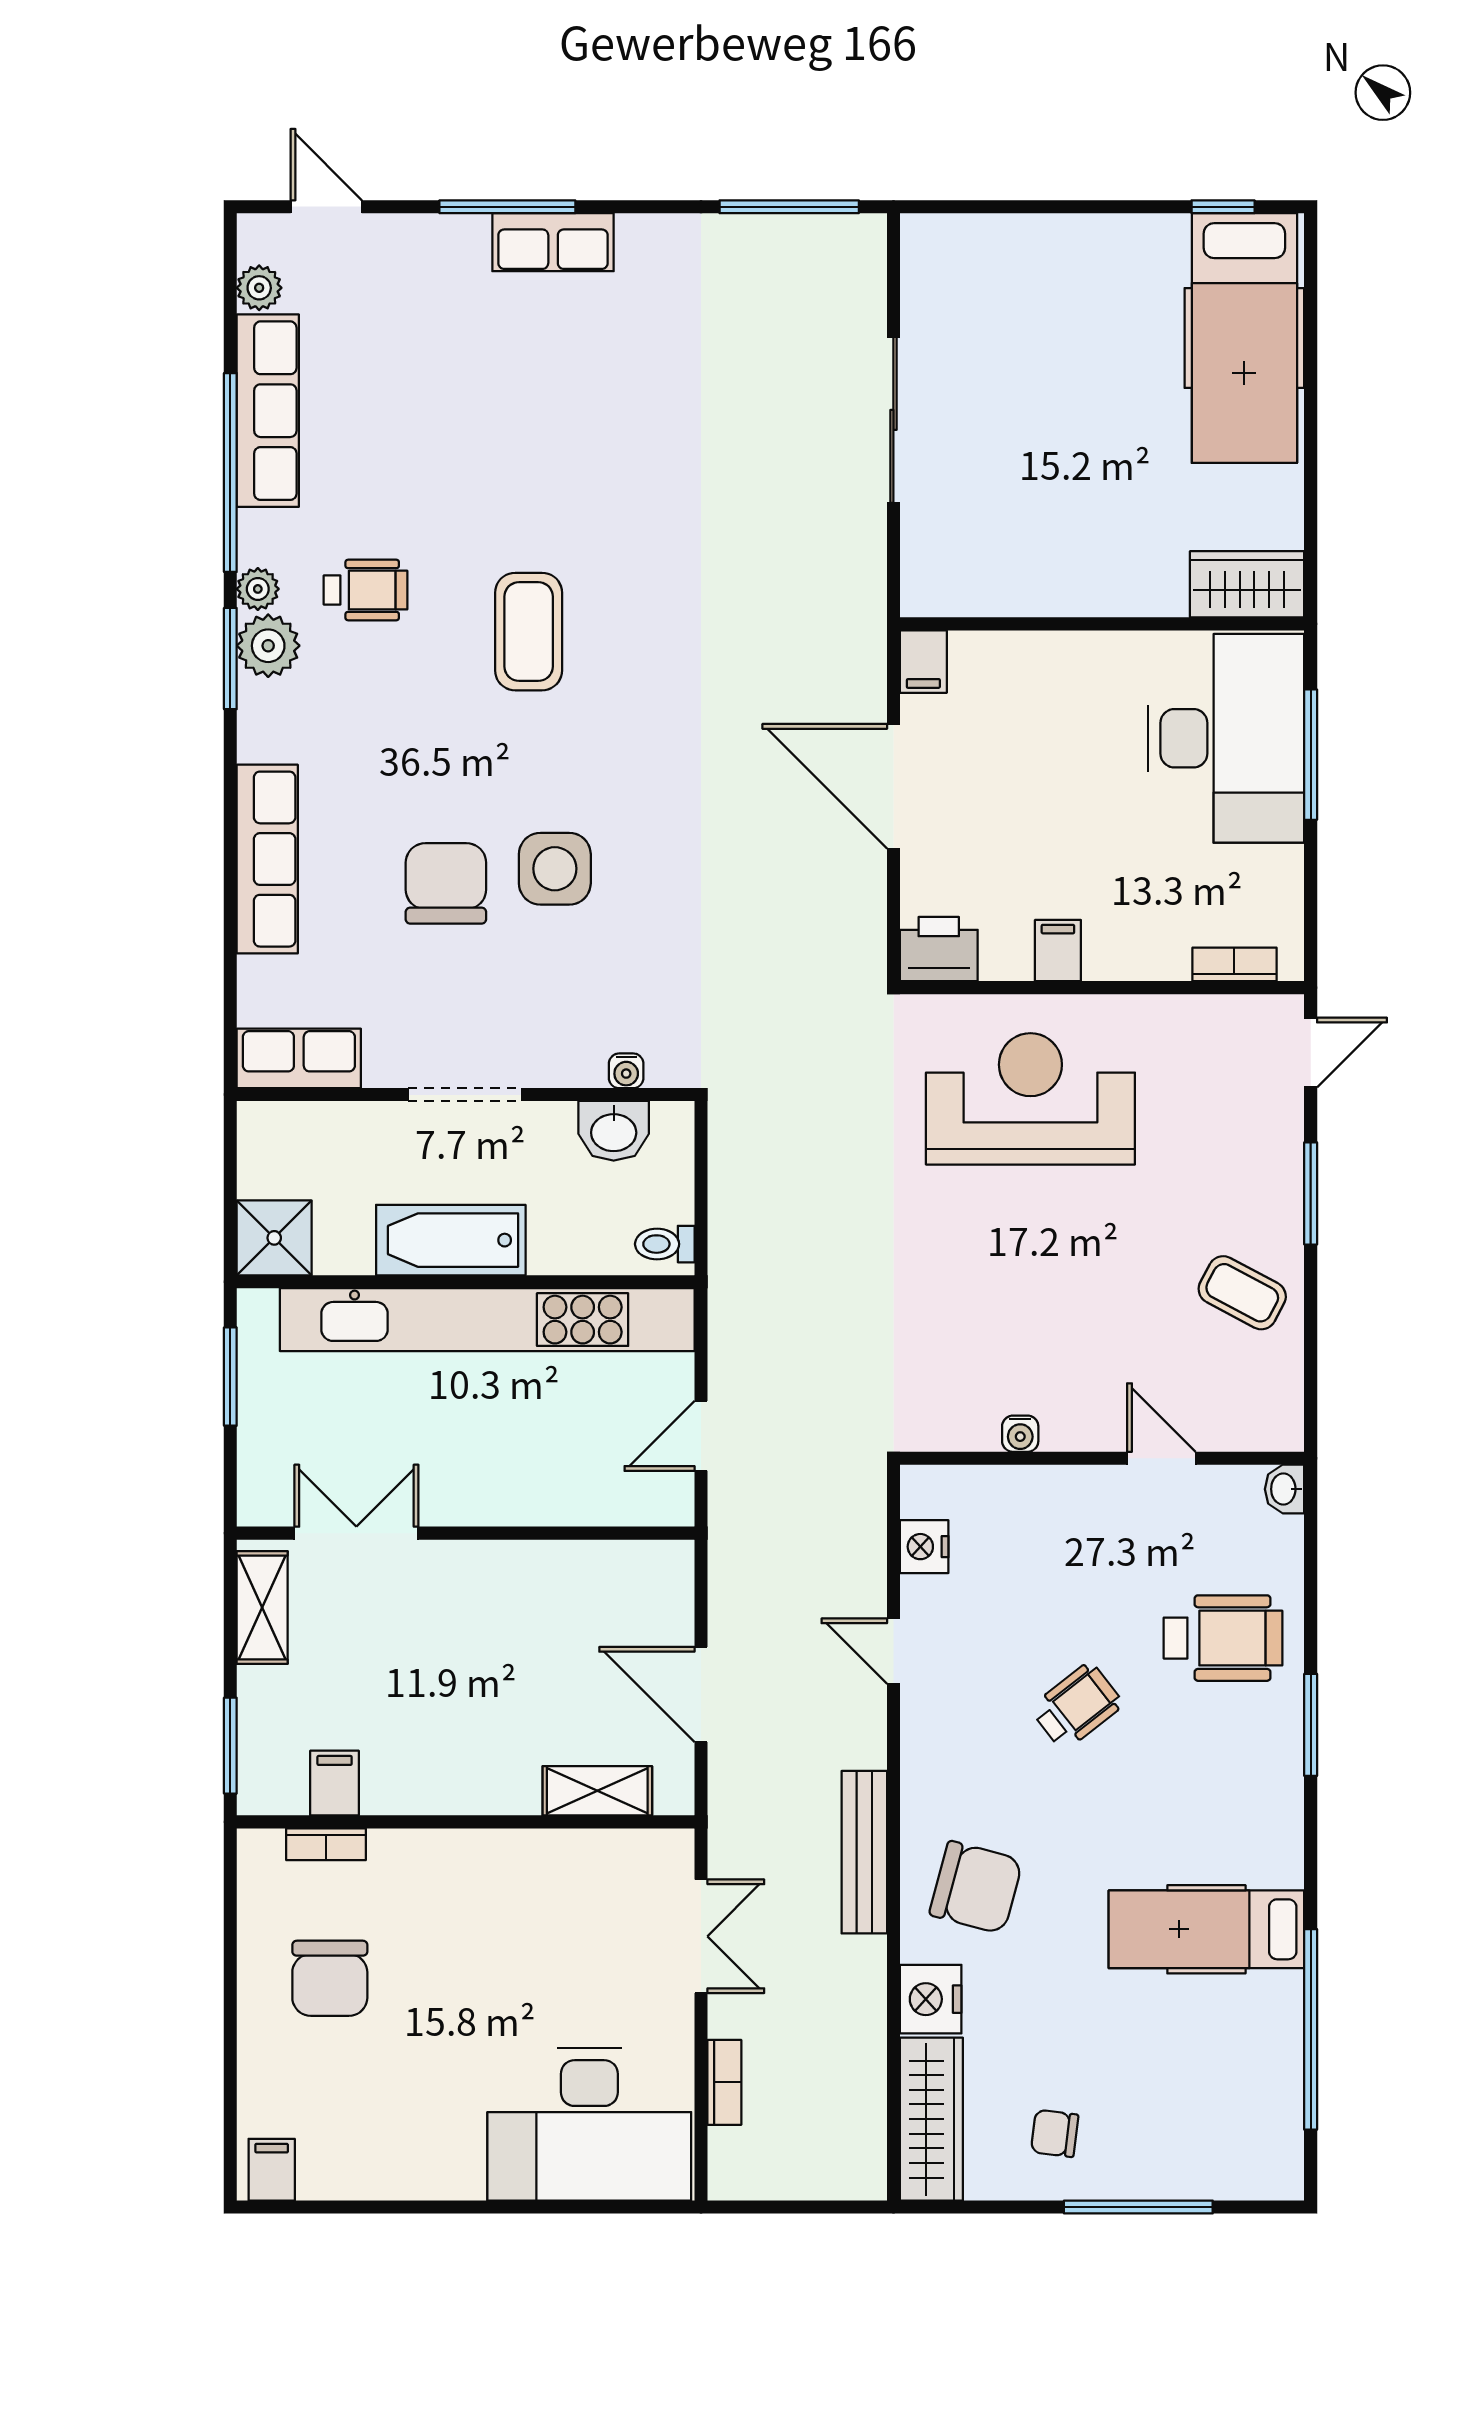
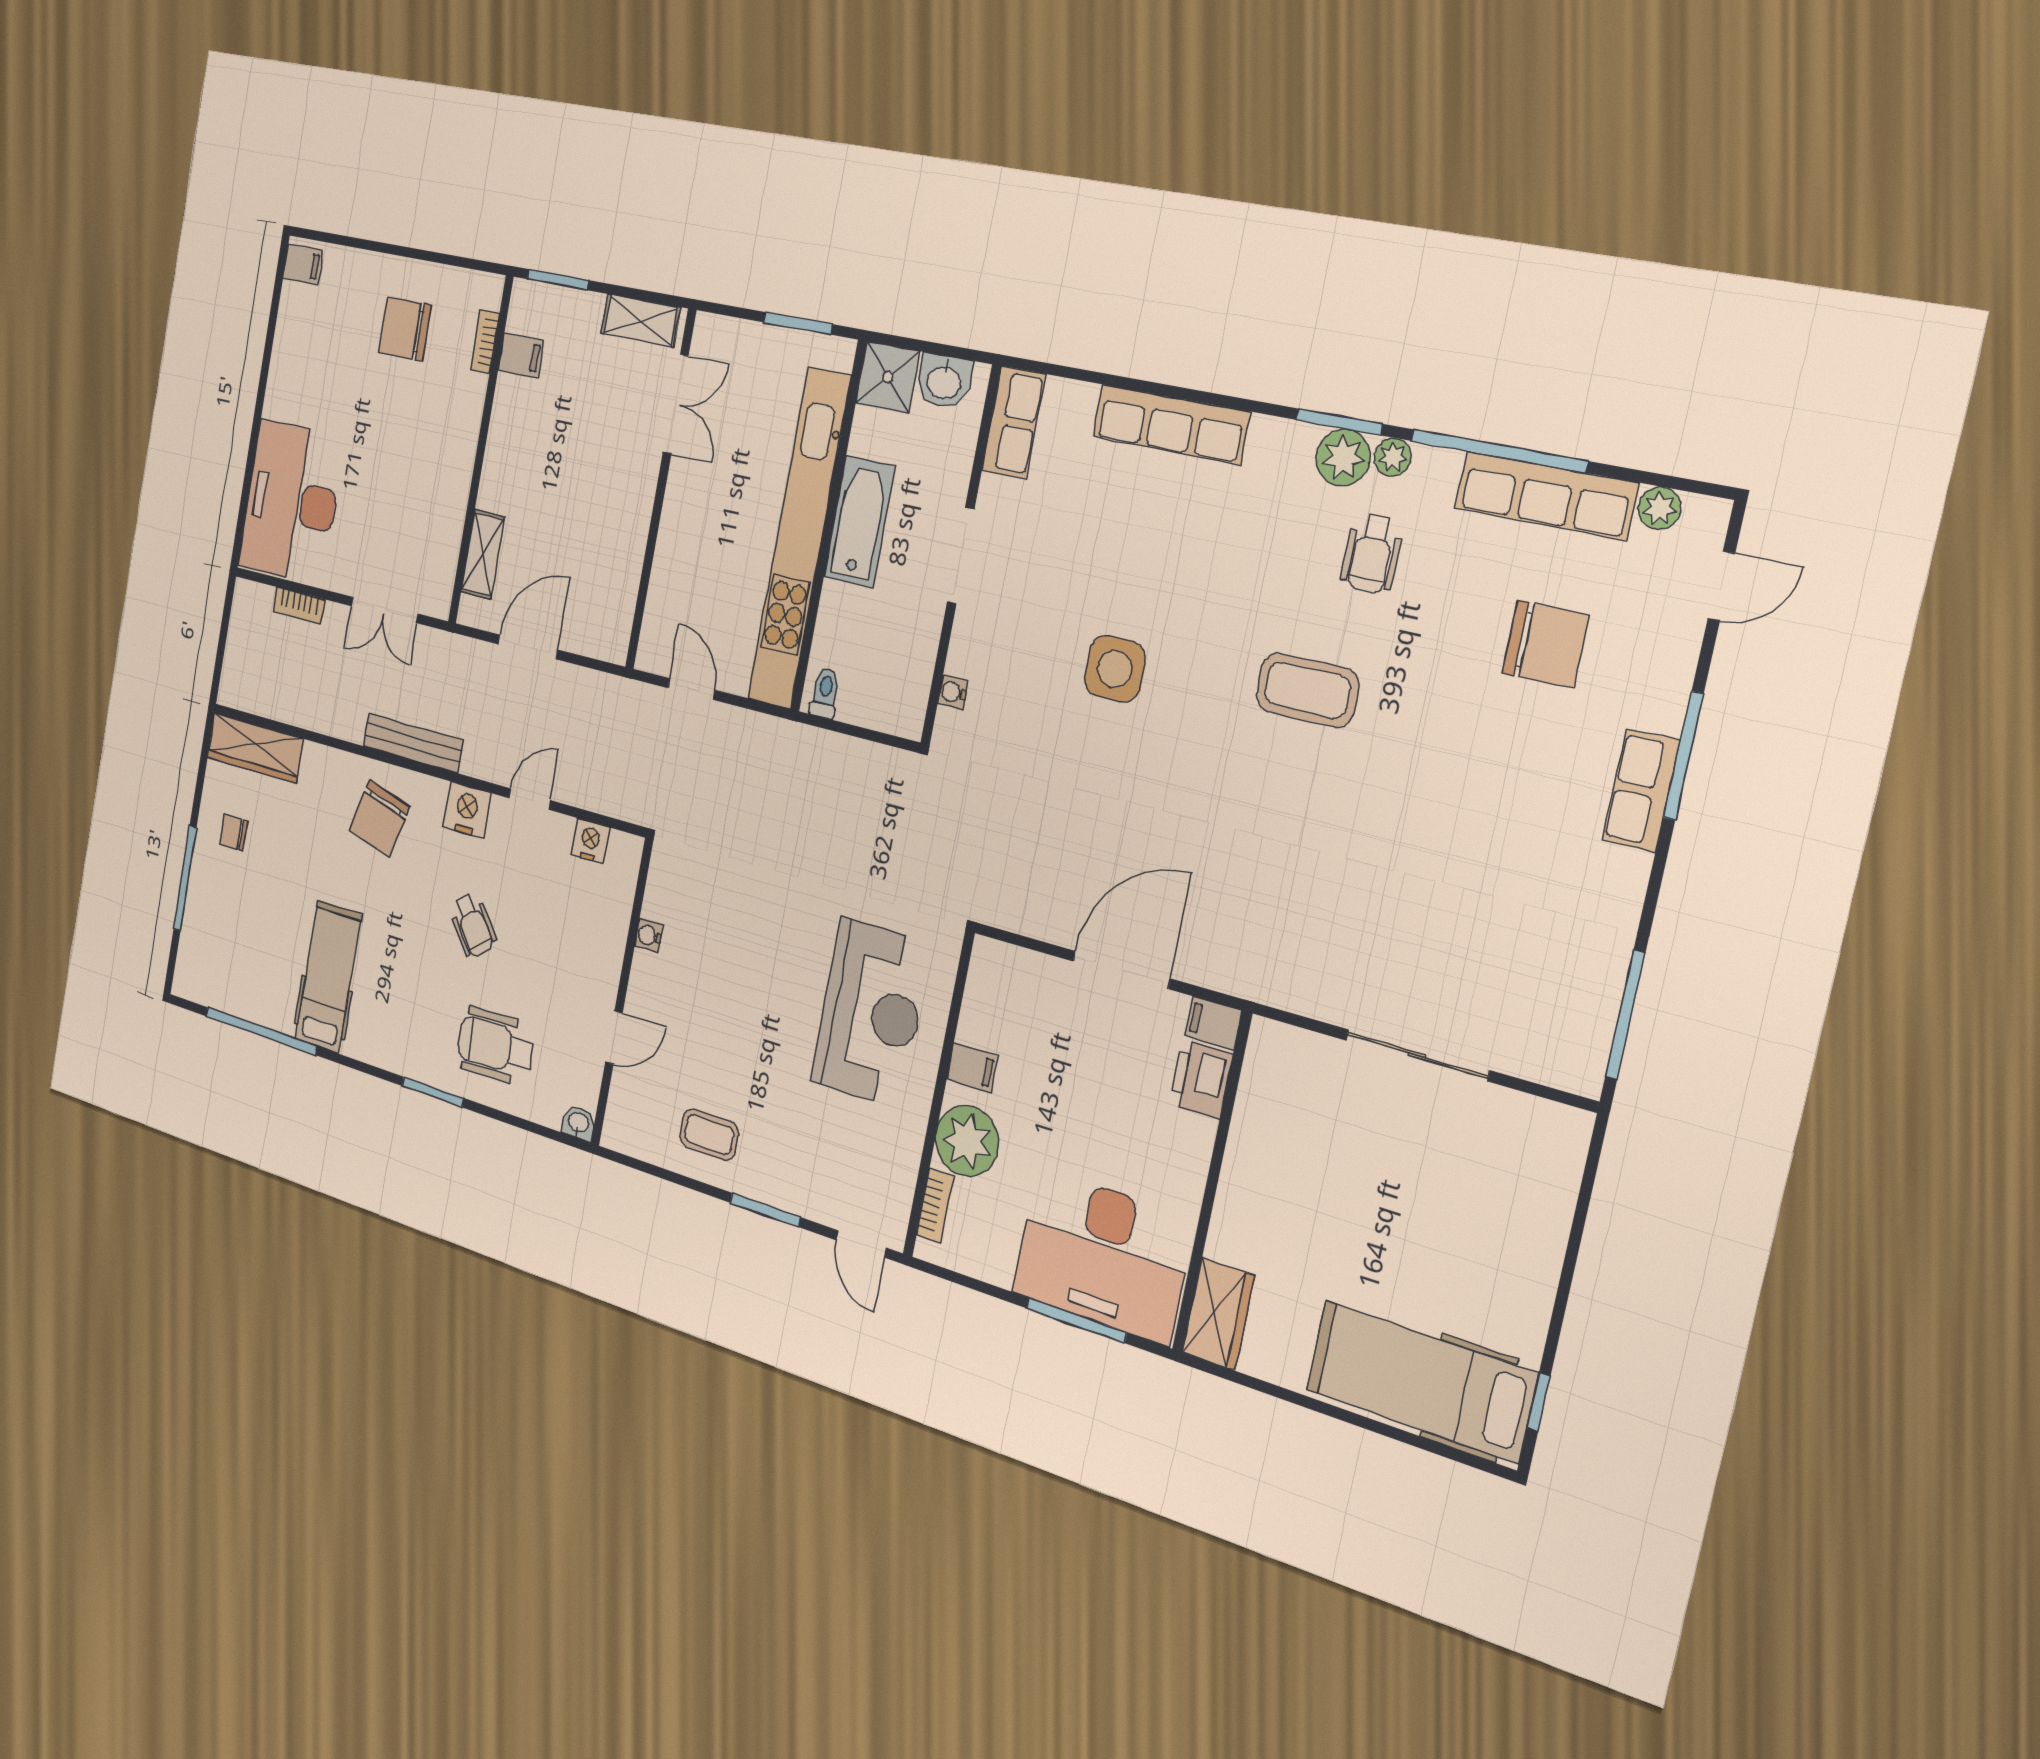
chair: (446, 883) -> (1545, 644), moved
plant: (1146, 939) -> (967, 1141), added
printer: (939, 949) -> (1201, 1079), moved, turned 180
washbasin: (614, 1131) -> (944, 381), moved, turned -90
coffee table: (1242, 1293) -> (709, 1135), turned 62
wheelchair: (1223, 1638) -> (495, 1046), turned 88
nightstand: (931, 1999) -> (467, 810), moved
chair: (1055, 2133) -> (233, 833), turned -97

